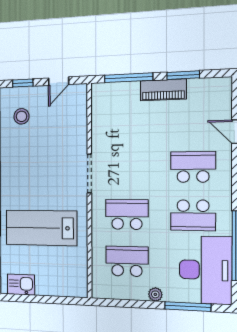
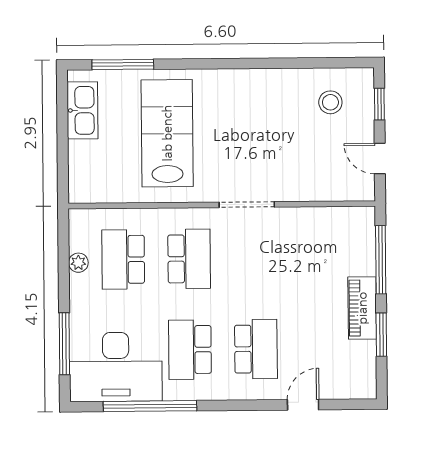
school desk: (127, 261) -> (123, 259), turned 180
kitchen sink: (21, 285) -> (82, 110), width x1.38
plant: (155, 294) -> (78, 263), moved

